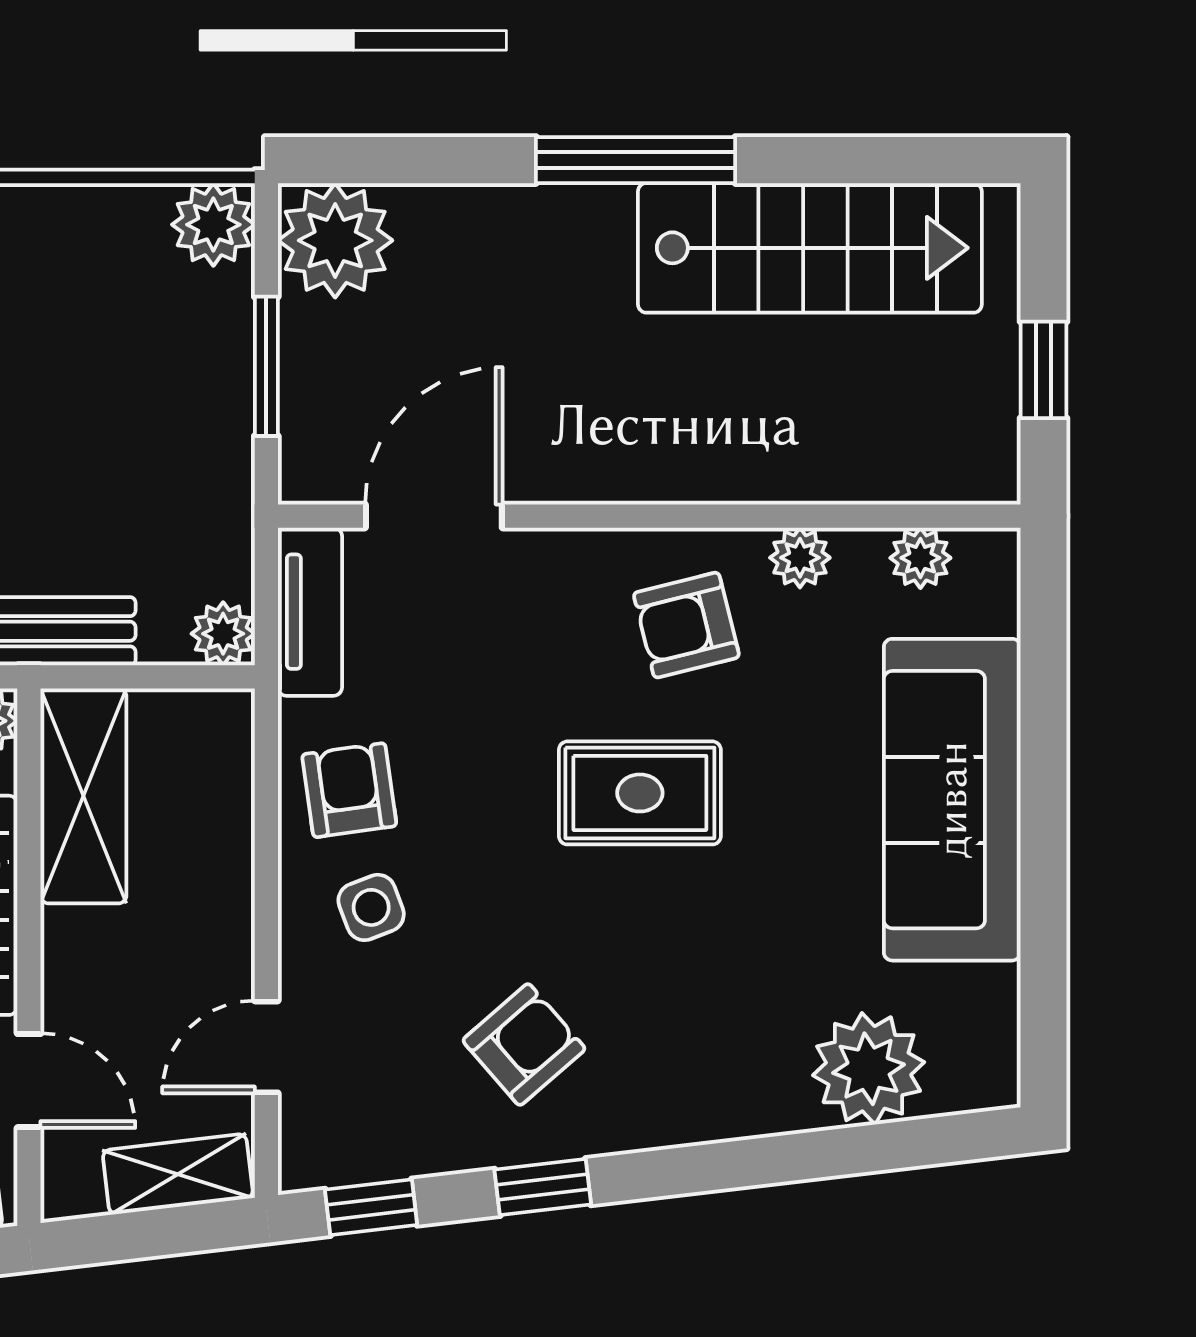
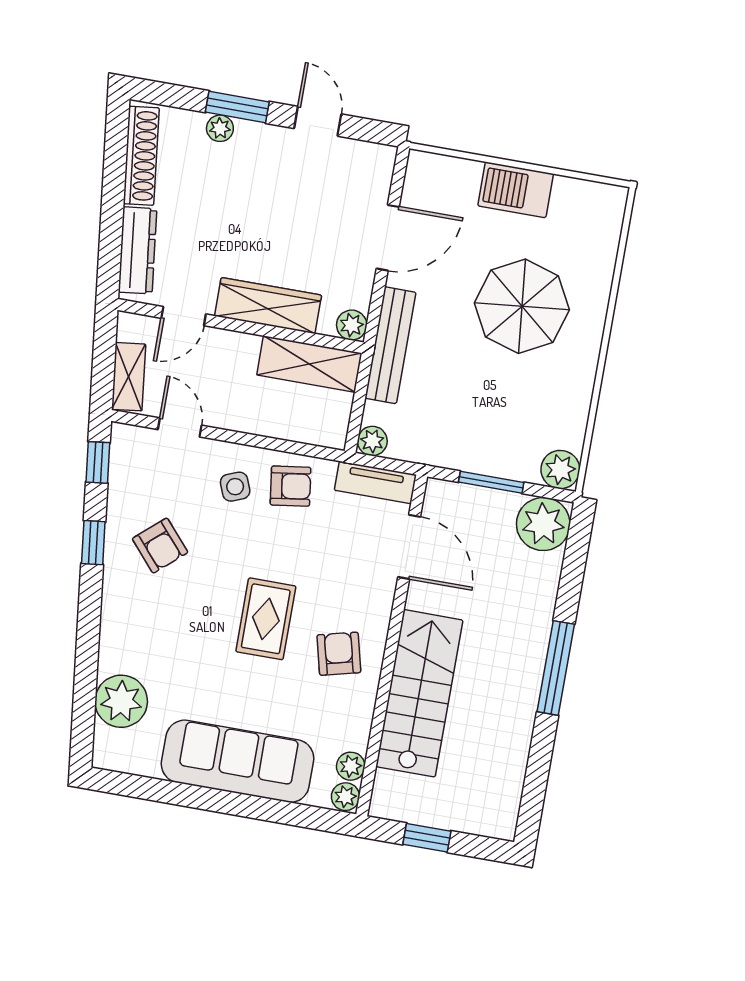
stairs: (810, 248) -> (419, 693), moved, turned 180
plant: (800, 558) -> (345, 797), moved

